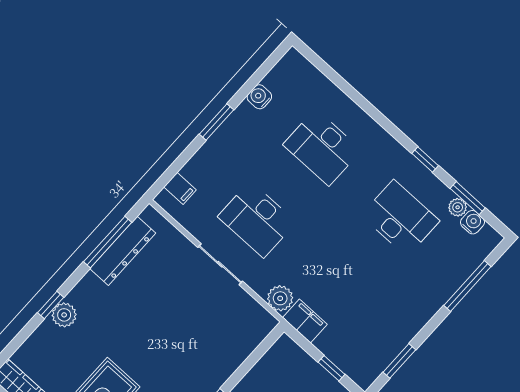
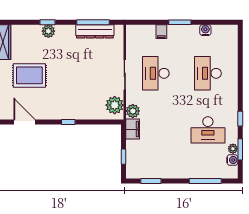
filing cabinet: (180, 188) -> (161, 32), moved
desk: (400, 218) -> (208, 130), turned 90
plant: (249, 316) -> (115, 105), added

